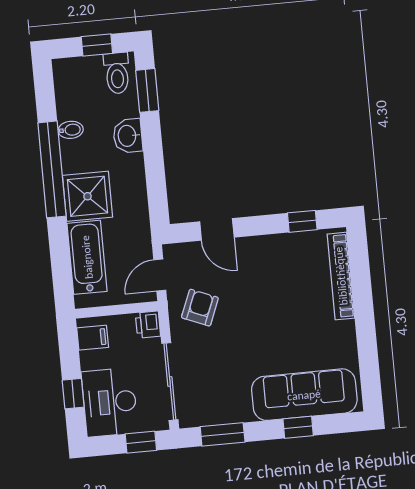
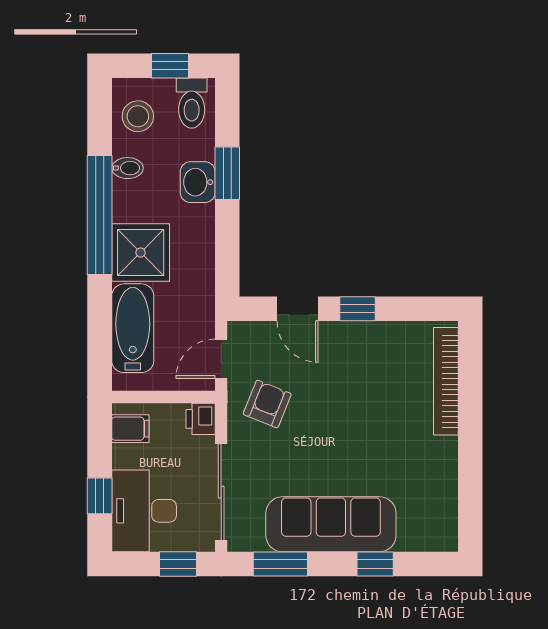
stool: (75, 88) -> (138, 116), added
window: (147, 90) -> (227, 173), moved
window: (302, 221) -> (358, 309), moved
sofa: (304, 395) -> (331, 524), moved

